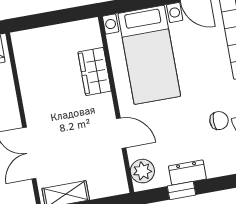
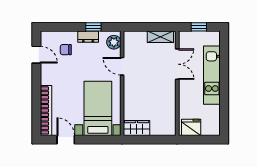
wardrobe: (95, 71) -> (137, 128), moved, turned -90
chair: (219, 121) -> (66, 50), moved

